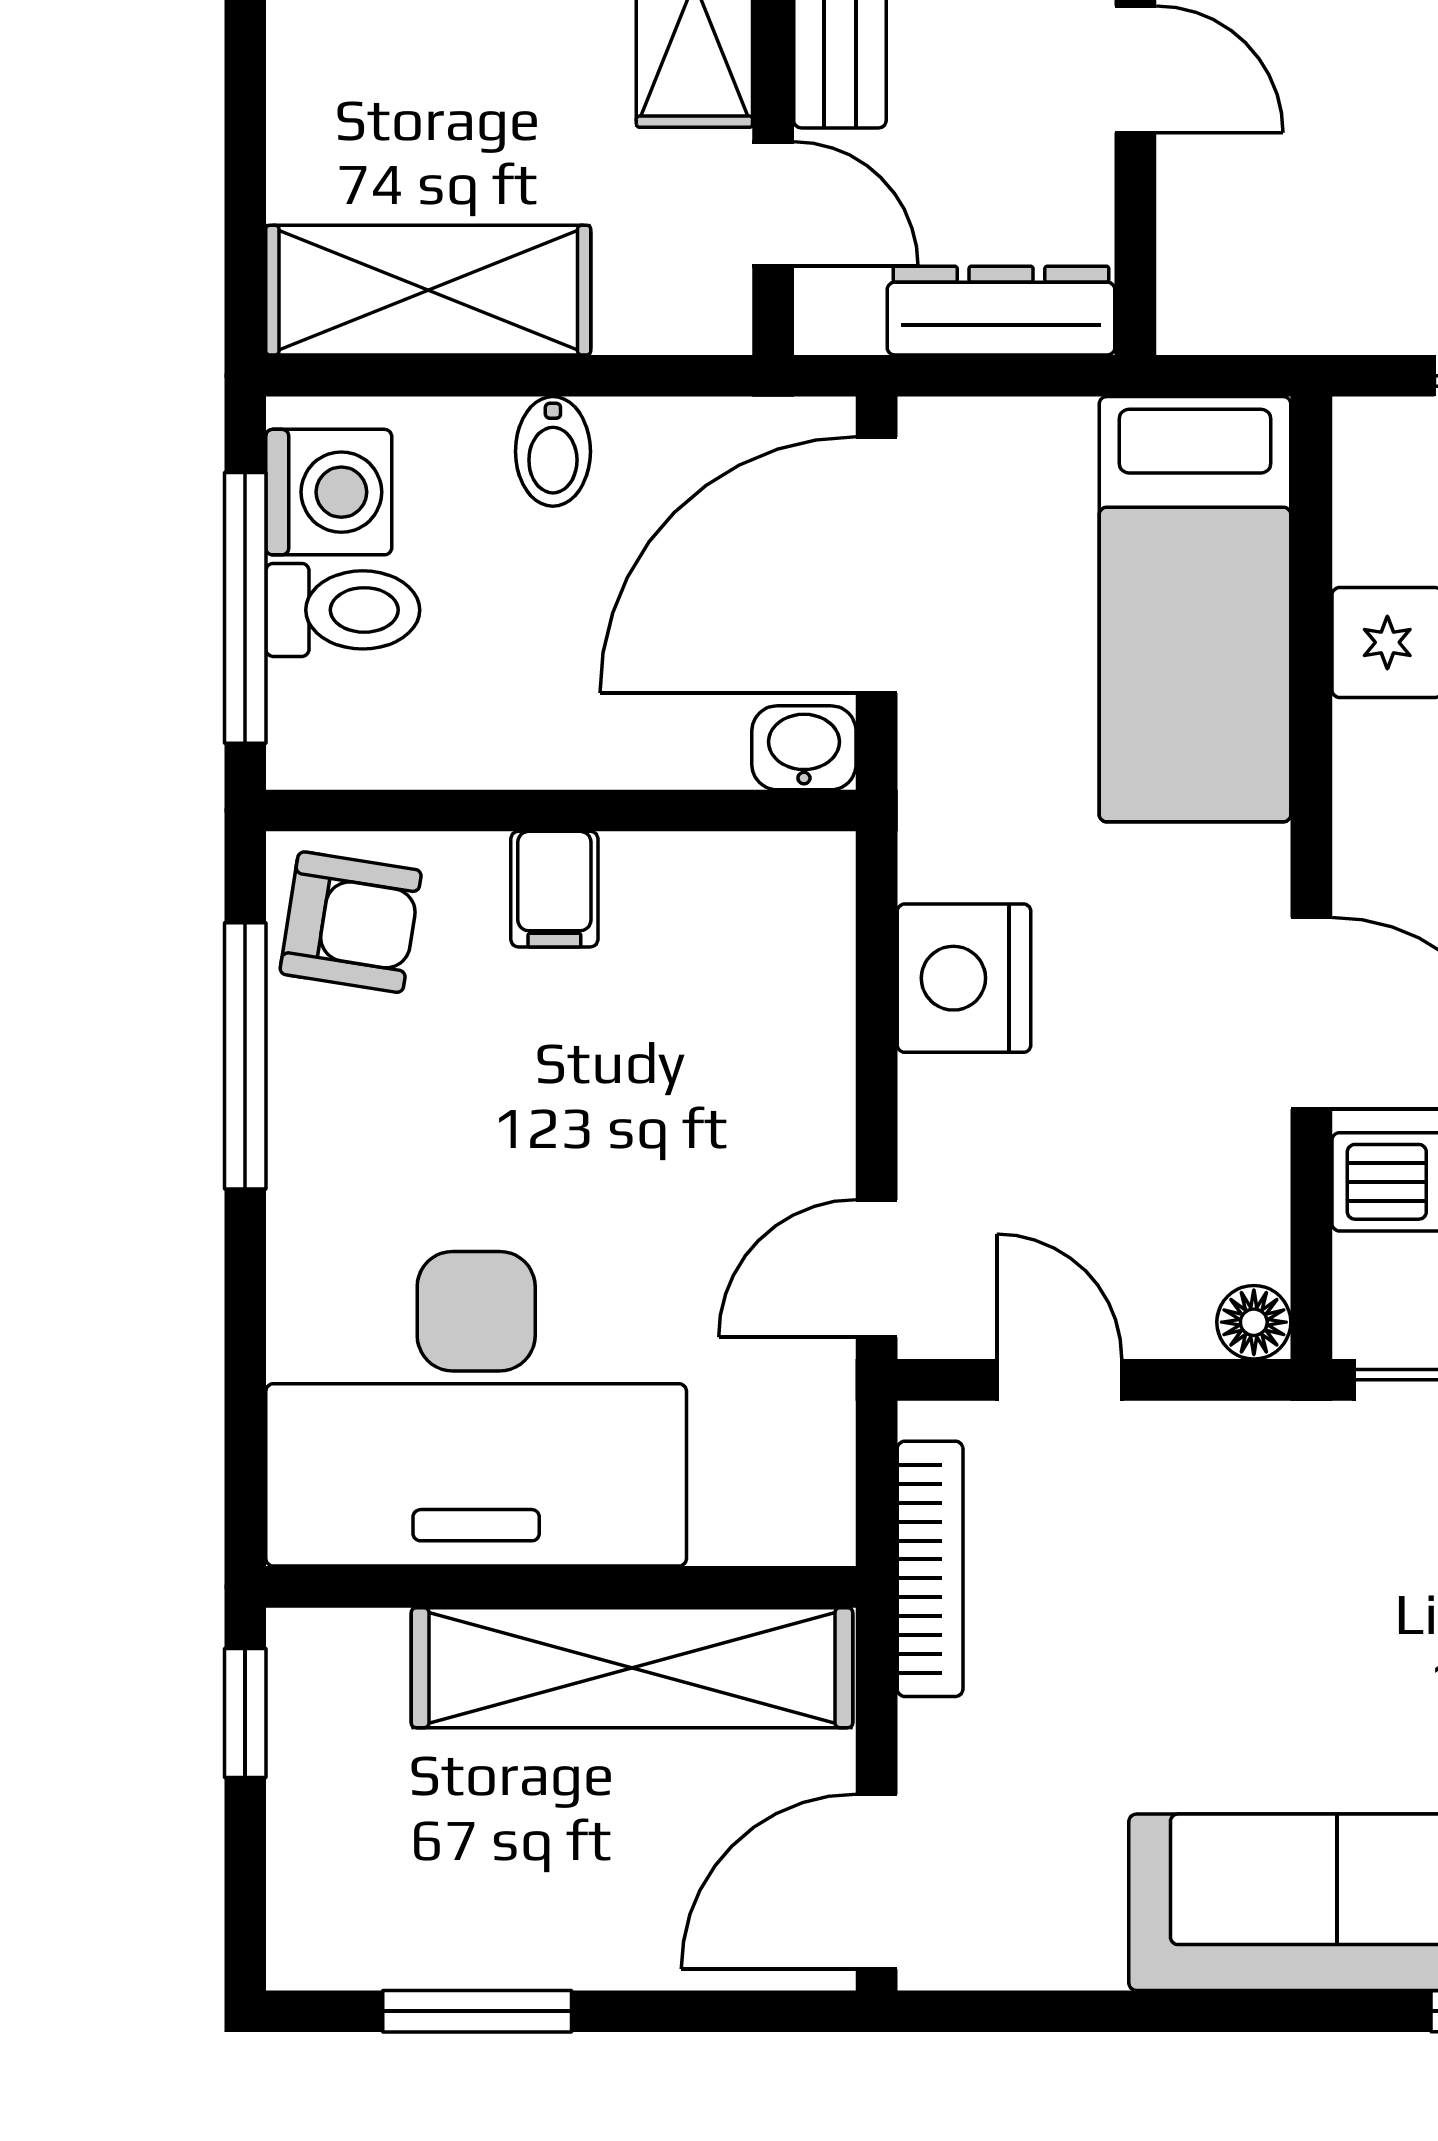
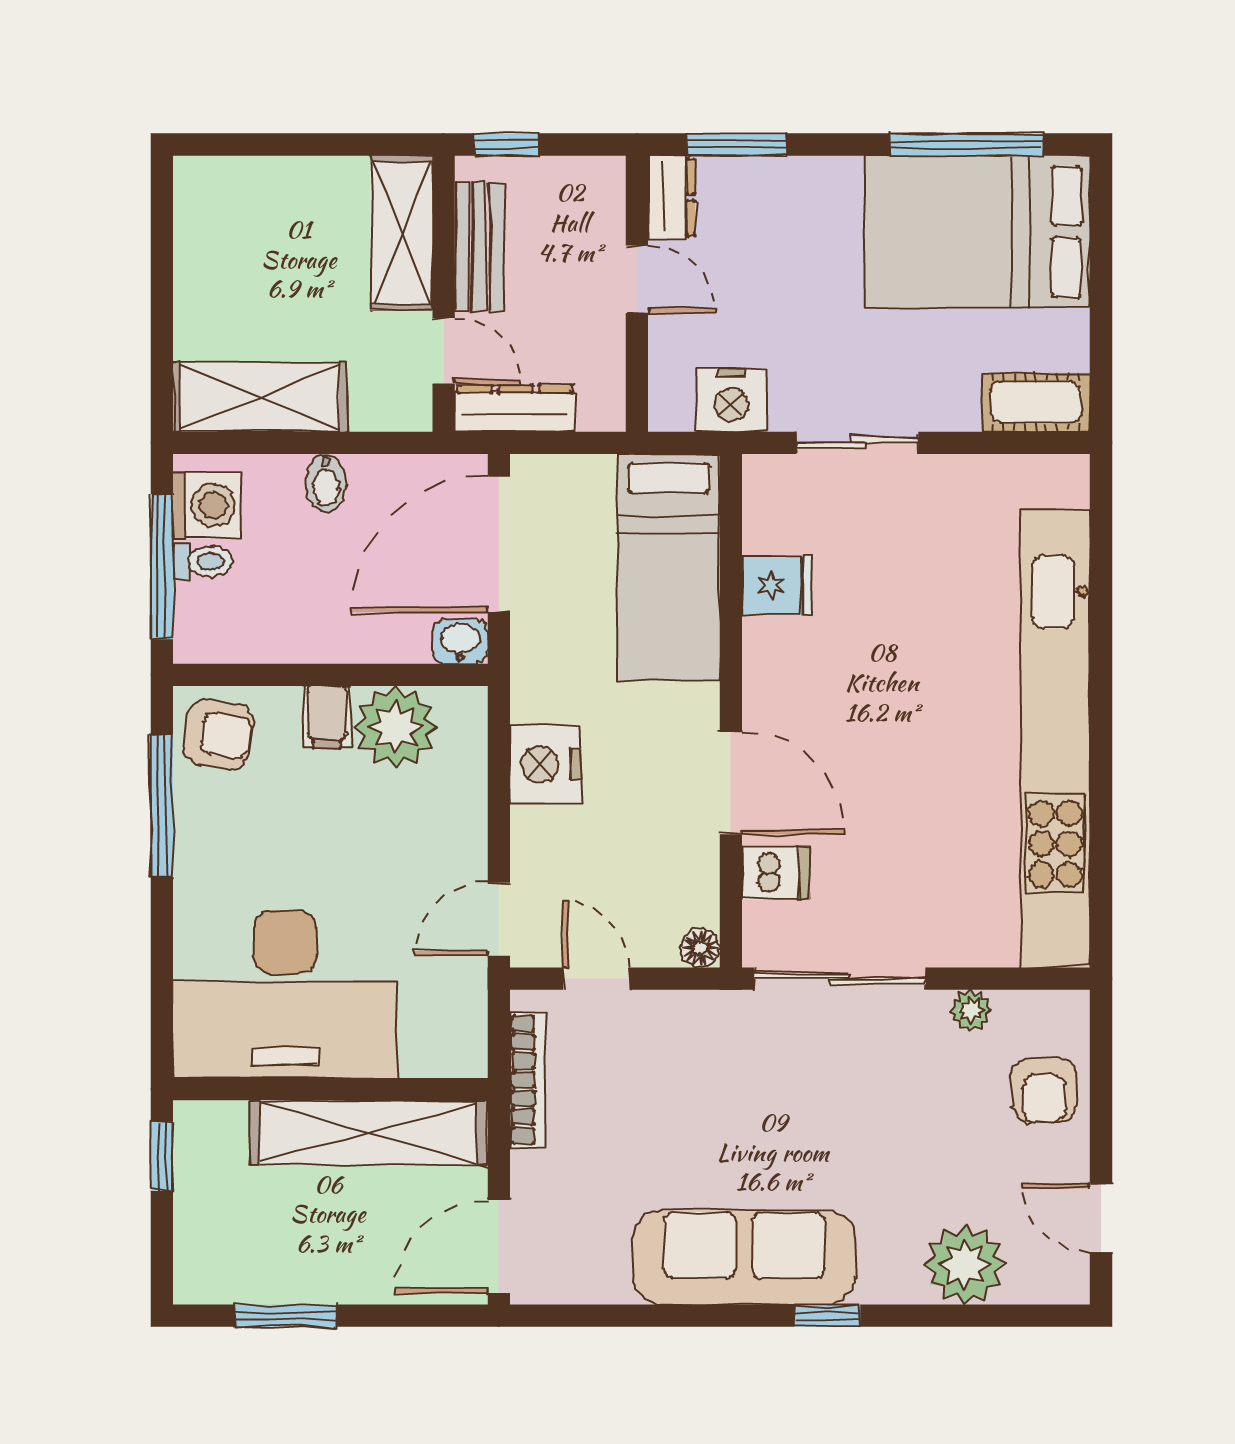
nightstand: (1313, 295) -> (732, 400), added
dresser: (1001, 311) -> (515, 408), moved
toilet: (343, 610) -> (202, 561), width x0.73, depth x0.72
plant: (683, 909) -> (396, 727), added

